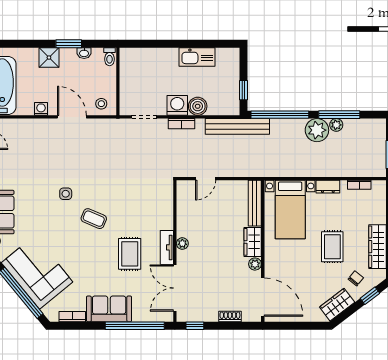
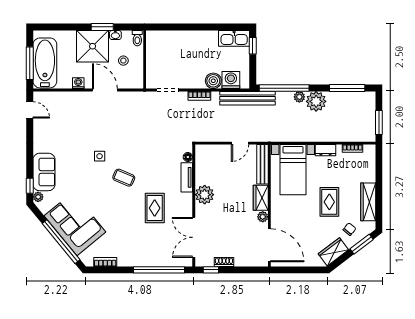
kitchen sink: (197, 57) -> (234, 38), moved
shower: (49, 58) -> (93, 46), width x1.86, depth x1.86
window: (243, 90) -> (253, 46), moved
stool: (101, 104) -> (123, 61), moved
washing machine: (177, 105) -> (231, 80), moved
window: (339, 115) -> (347, 88), moved
plant: (336, 125) -> (299, 97), moved
door: (206, 179) -> (240, 143), moved
floor lamp: (168, 195) -> (188, 157), added
plant: (182, 244) -> (205, 195), width x1.87, depth x1.87
tv unit: (167, 247) -> (187, 177), moved
window: (370, 296) -> (362, 244), width x1.50
sofa: (109, 309) -> (137, 255), removed
shoe rack: (230, 316) -> (224, 262), moved

